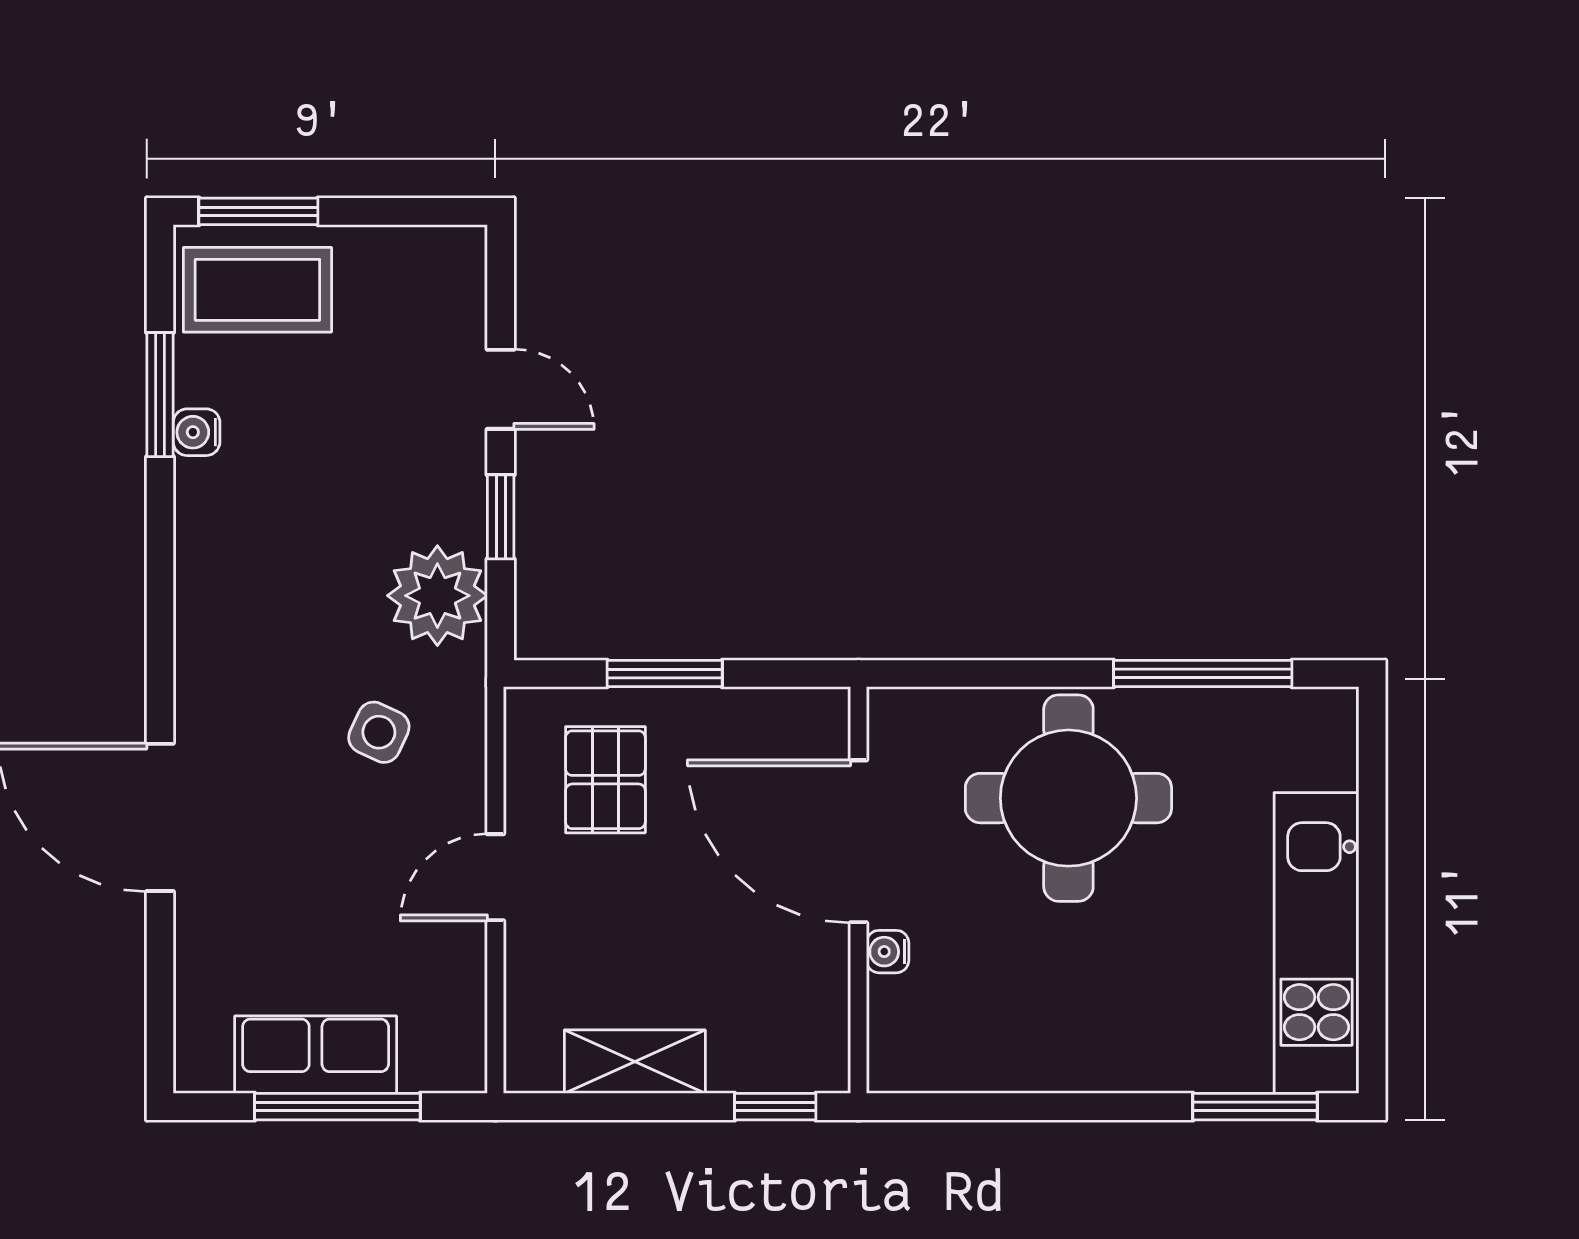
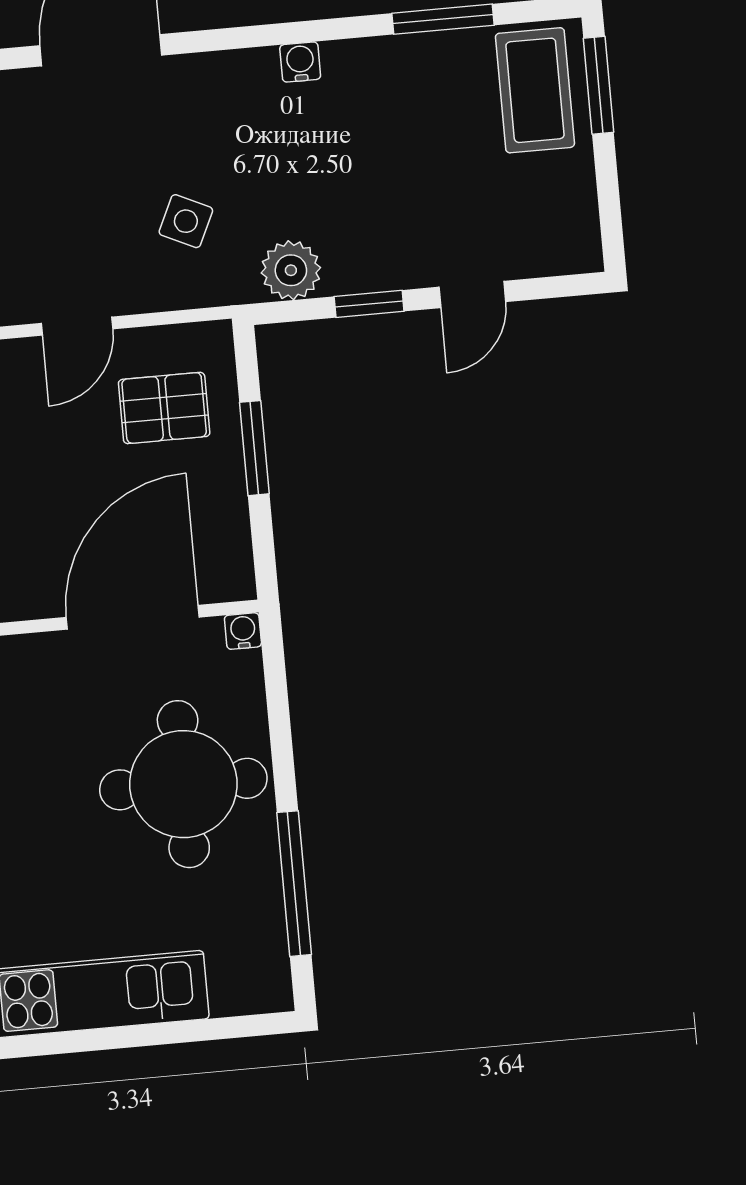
water cooler: (197, 432) -> (300, 62), moved
plant: (437, 596) -> (291, 270), width x0.73, depth x0.73
door: (495, 877) -> (77, 326), swing flipped
water cooler: (888, 952) -> (243, 631), moved

